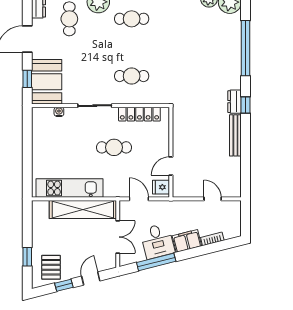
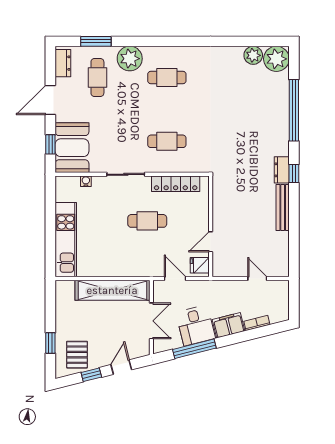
kitchen unit: (69, 188) -> (66, 240), moved, turned 90

